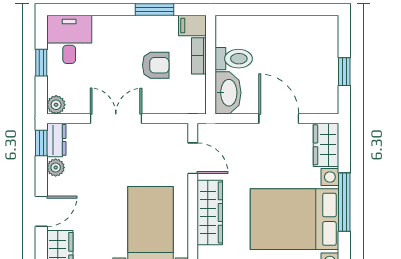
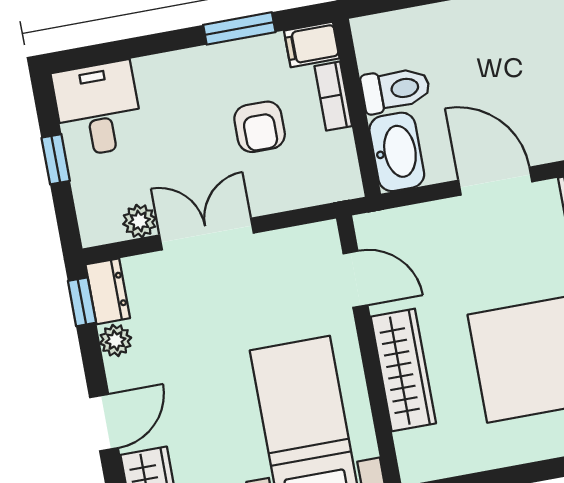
armchair: (156, 65) -> (260, 127), turned 90
plant: (56, 105) -> (139, 221), moved

